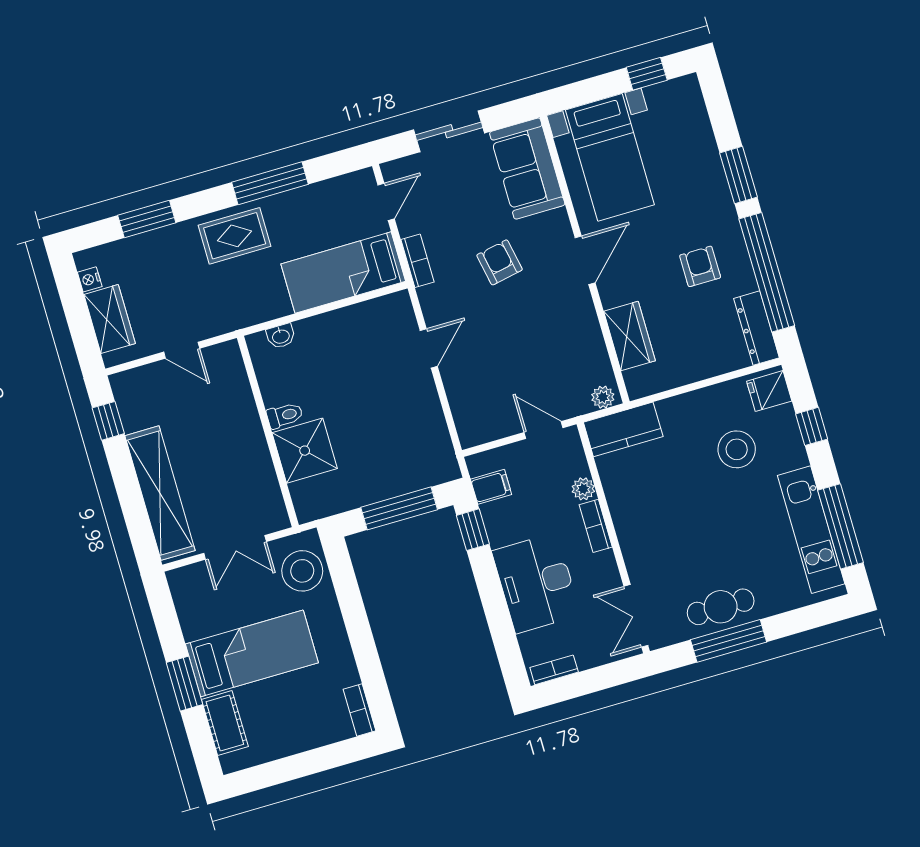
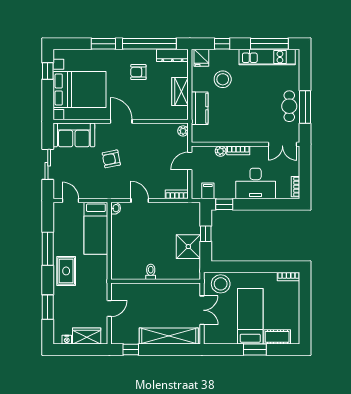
bed with nightstands: (610, 157) -> (79, 89), width x1.36
bookcase: (417, 261) -> (177, 194), moved
washbasin: (281, 336) -> (116, 208), moved
wardrobe: (630, 336) -> (180, 91), moved, turned -90
kitchen counter: (623, 429) -> (200, 108), moved
shower: (305, 451) -> (188, 247), moved
window: (399, 508) -> (206, 234), width x0.46

